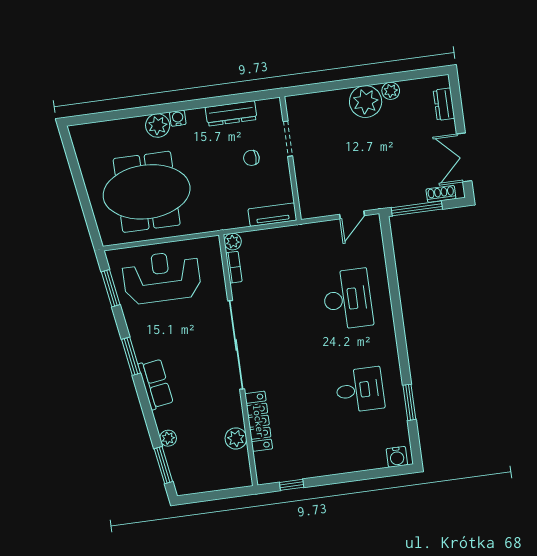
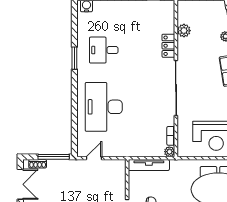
tv unit: (272, 215) -> (149, 165), width x1.41
desk: (348, 299) -> (104, 107), width x1.36, depth x1.30
window: (409, 402) -> (74, 58), moved
locker: (259, 421) -> (168, 46), width x0.66

